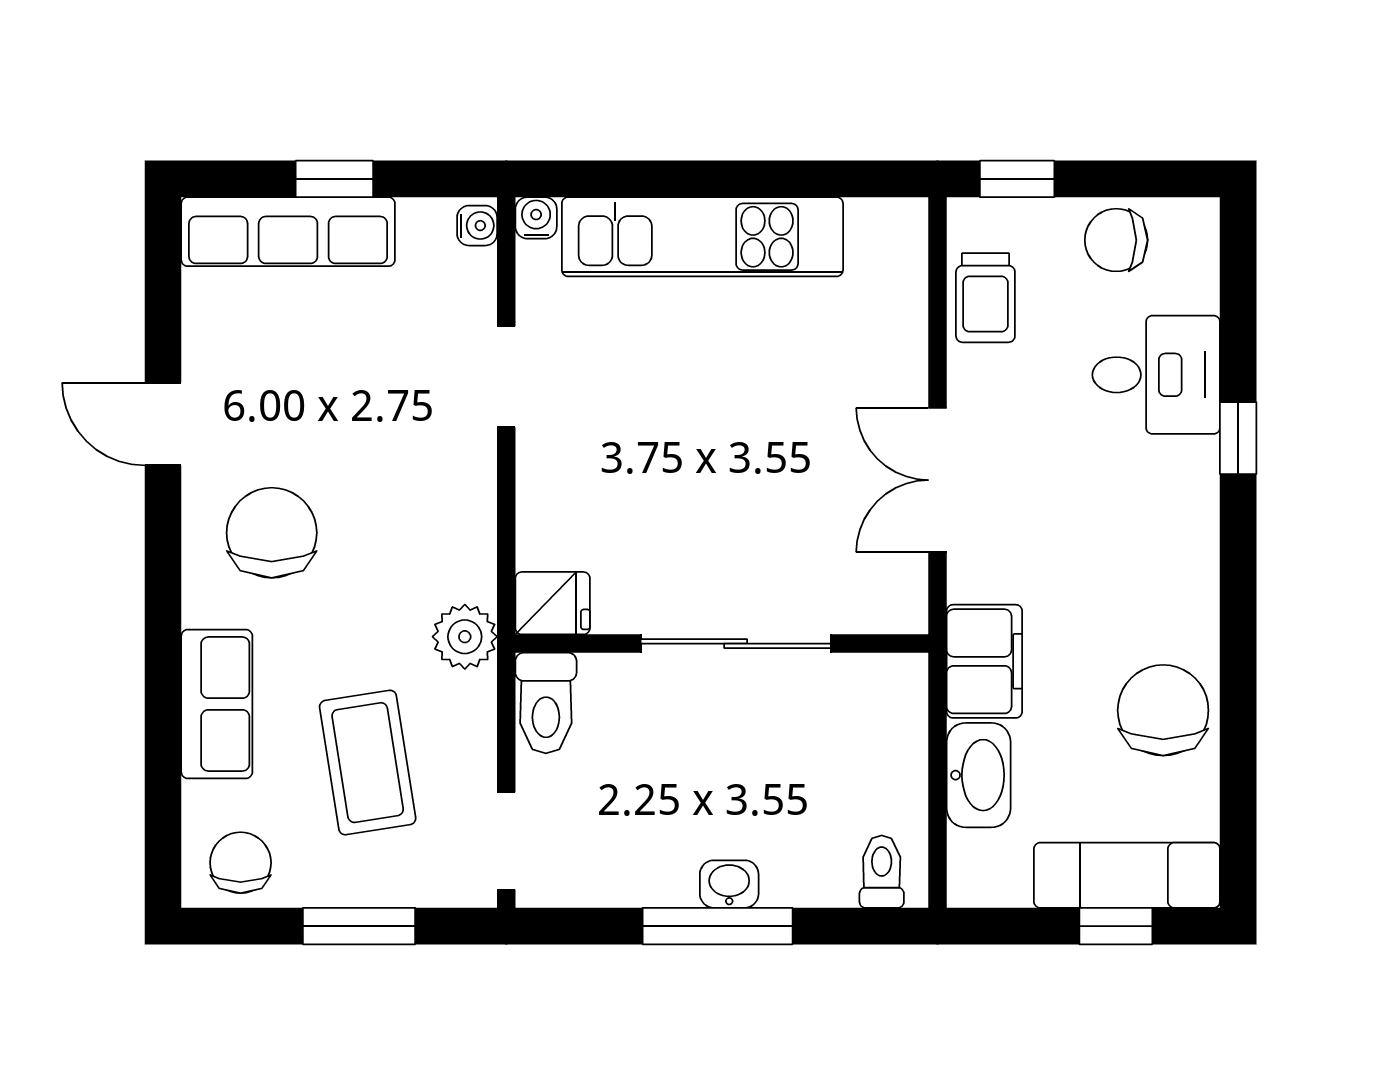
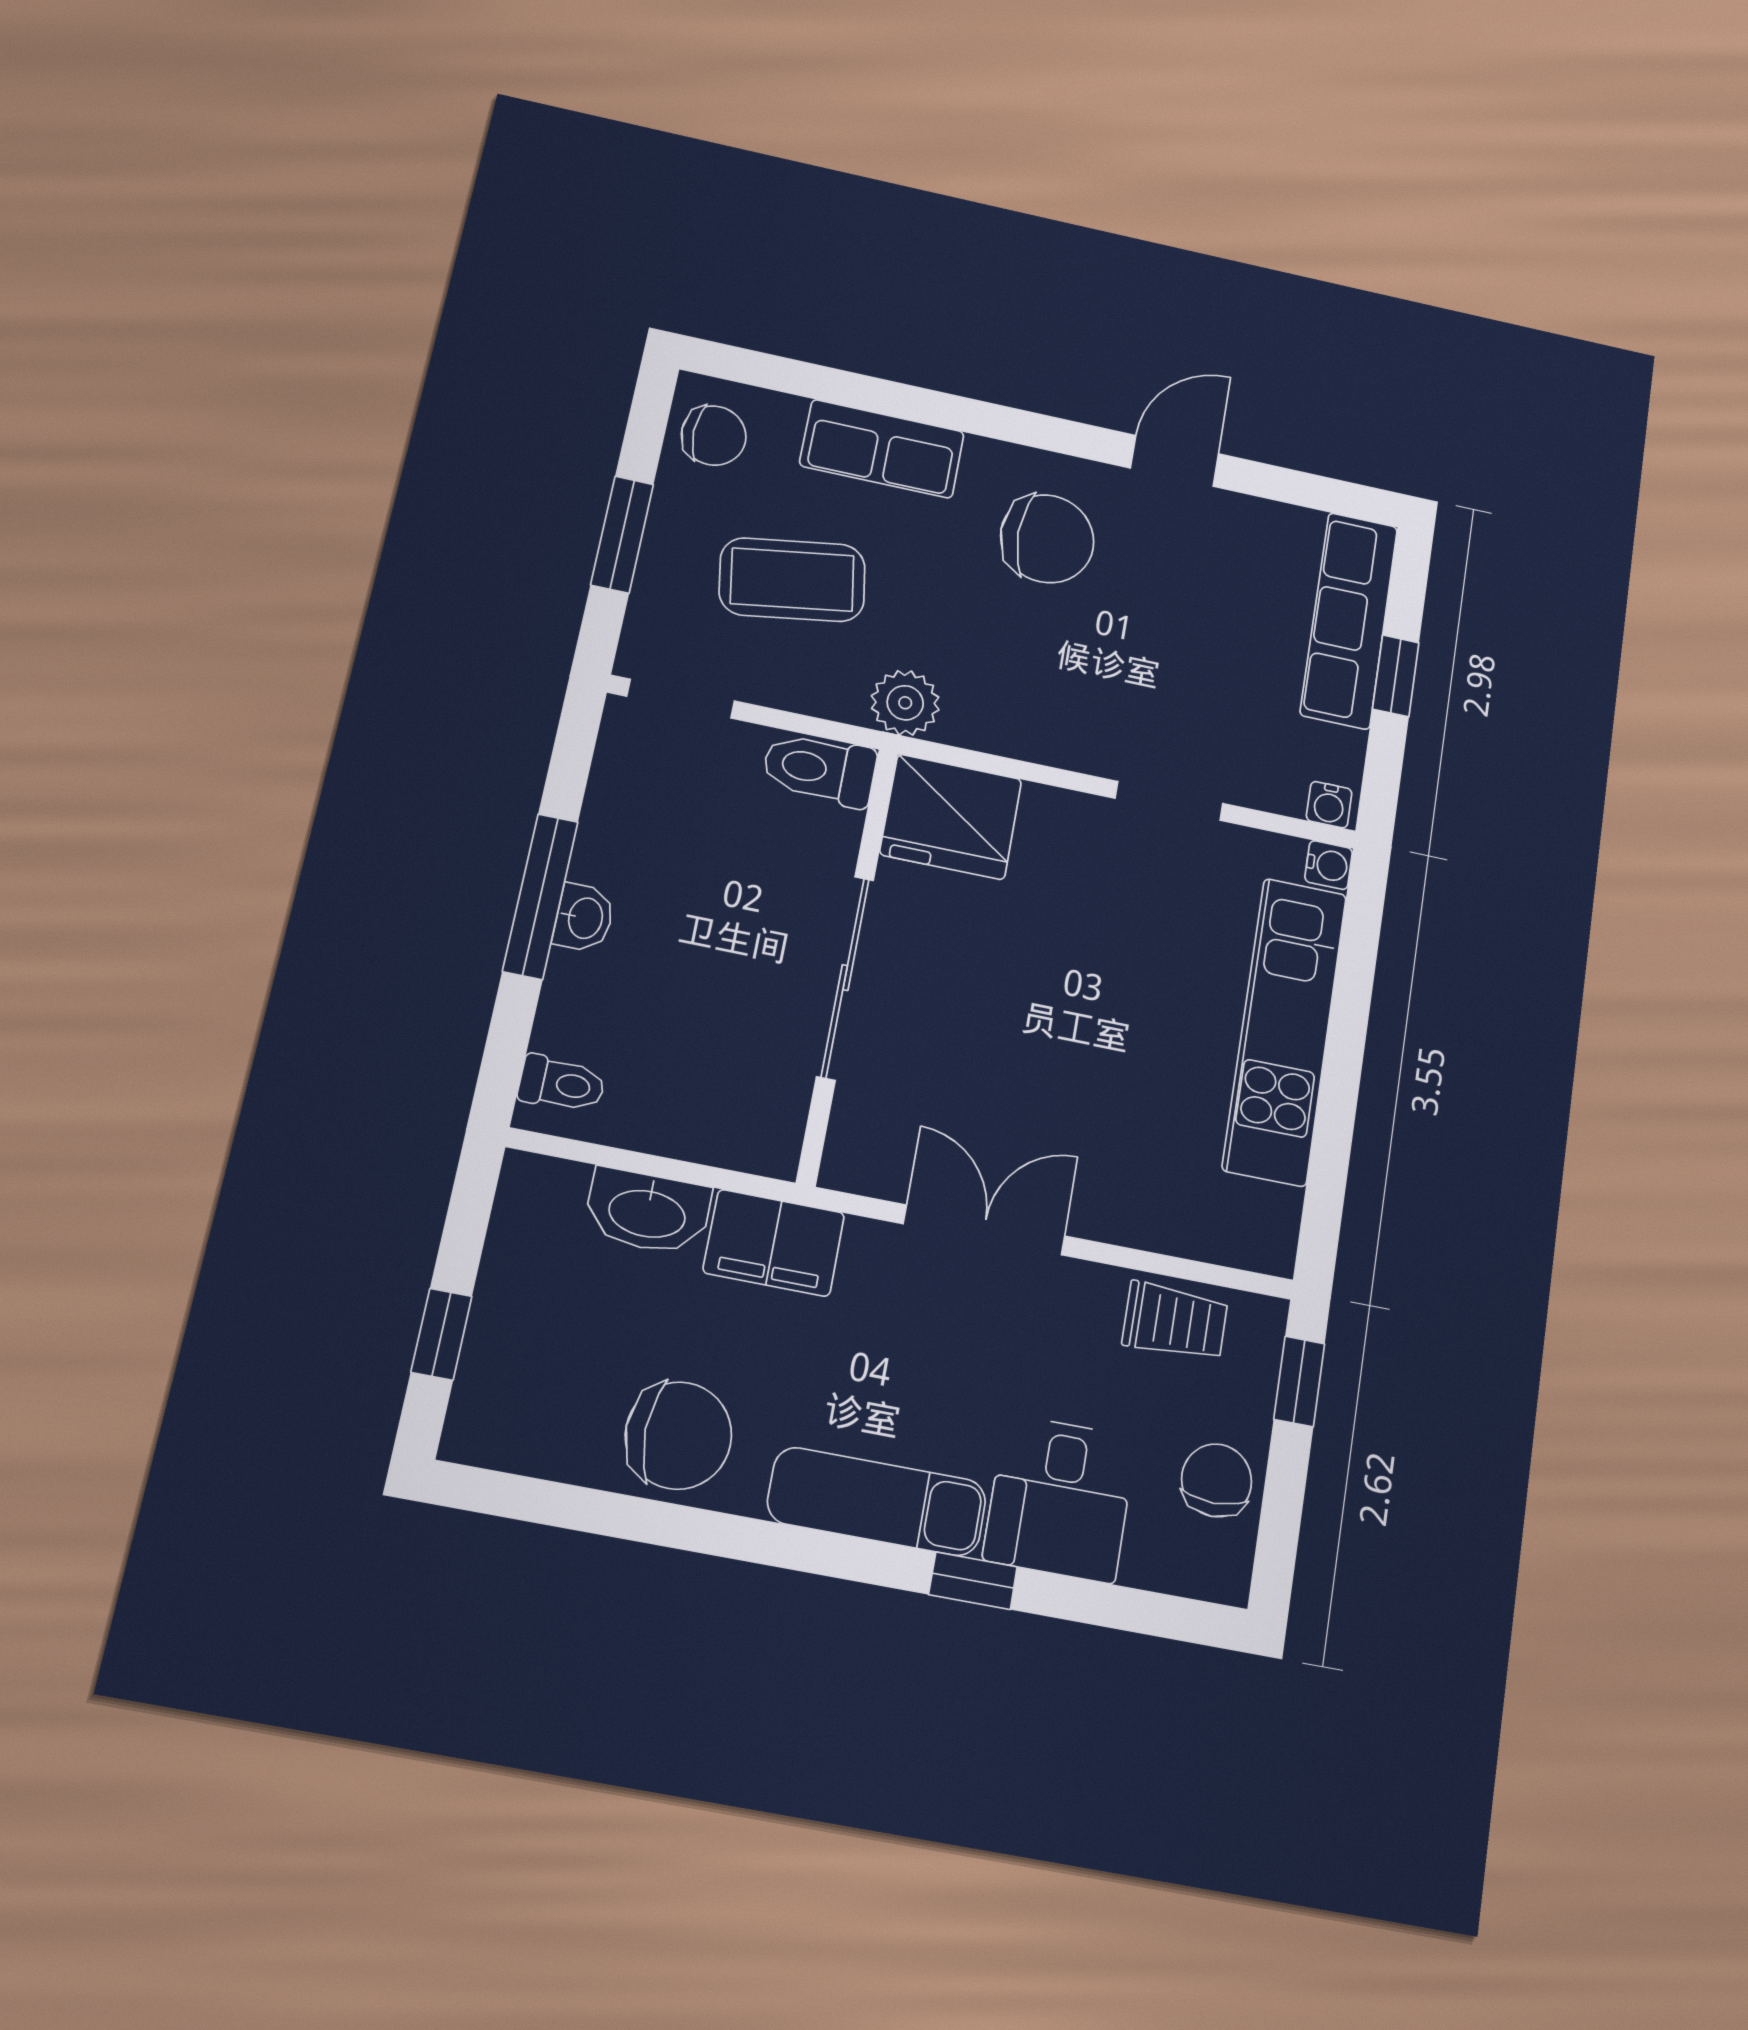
trolley: (985, 298) -> (1175, 1321), turned 180
fridge: (553, 603) -> (951, 817), width x1.88, depth x1.34
exam couch: (1127, 875) -> (877, 1502), moved, turned -90

